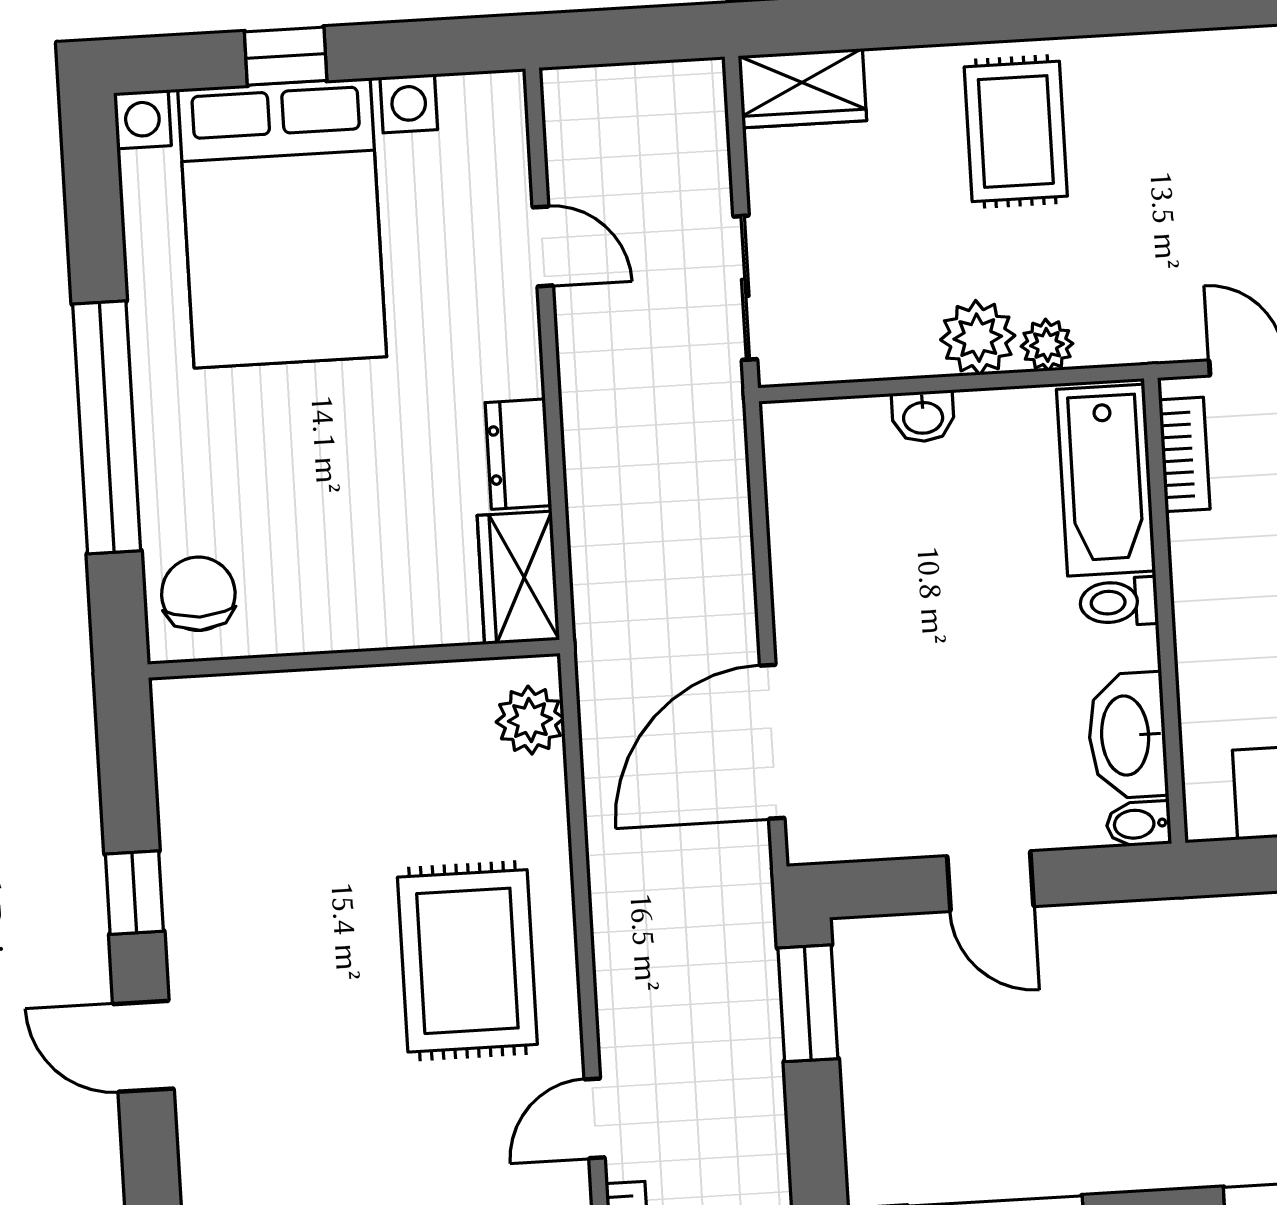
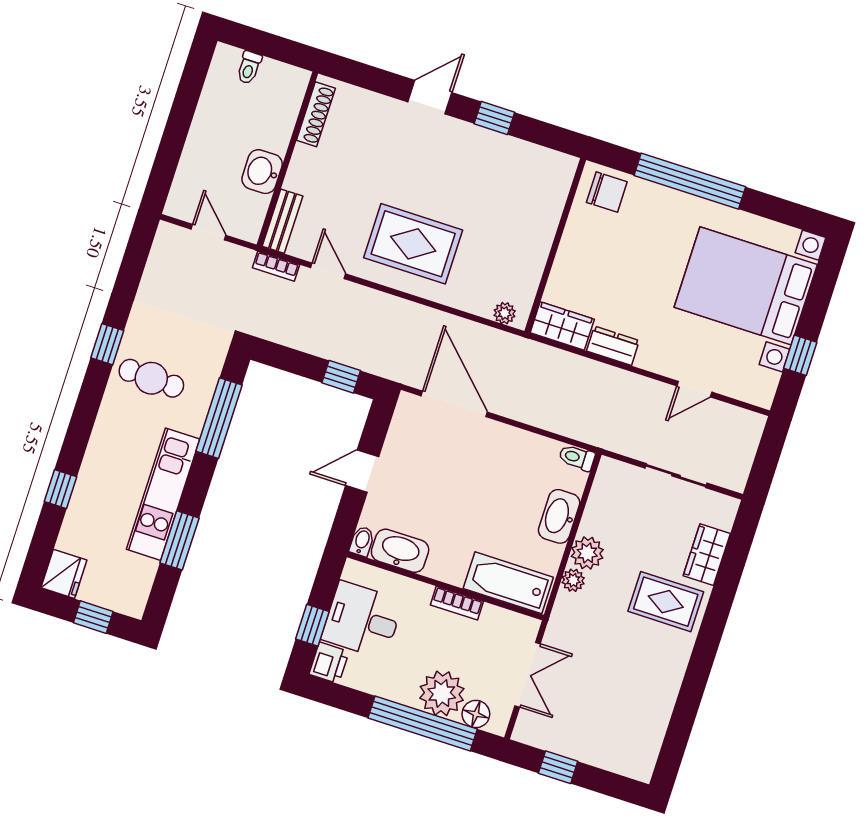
window: (286, 56) -> (800, 355), moved
wardrobe: (802, 88) -> (707, 555), moved
sliding door: (745, 288) -> (676, 476), moved
washbasin: (923, 416) -> (559, 516), width x1.91, depth x1.45
bookcase: (1184, 454) -> (457, 603), moved
toilet: (1119, 602) -> (577, 458), moved, turned -90
plant: (530, 720) -> (505, 313), width x0.73, depth x0.73
window: (808, 1003) -> (341, 377), width x0.67

